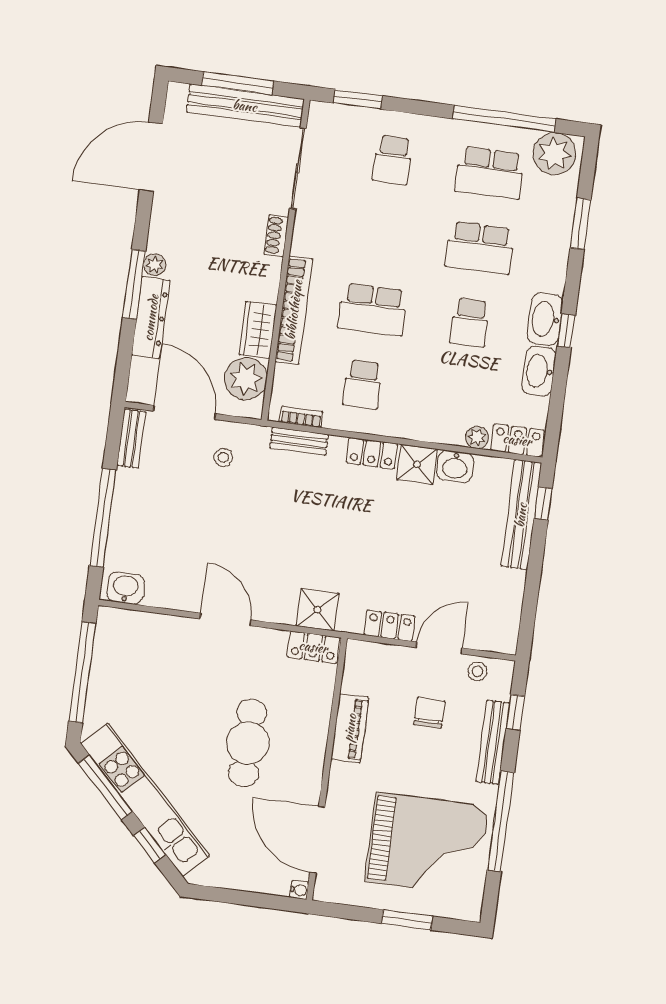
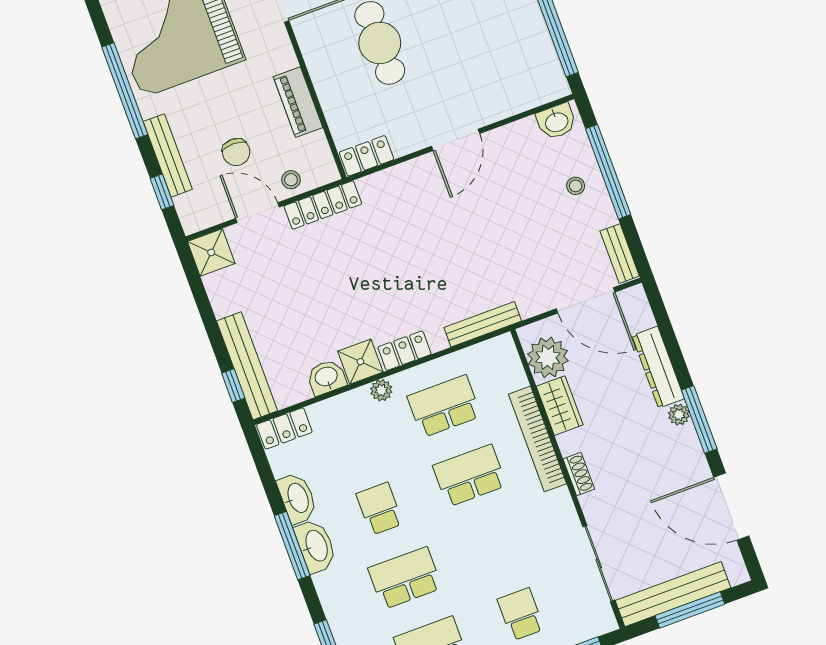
door: (151, 157) -> (731, 507), swing flipped
shoe rack: (276, 236) -> (579, 474), moved
window: (134, 284) -> (699, 419), moved
window: (566, 331) -> (292, 546), width x2.17
school desk: (363, 384) -> (444, 406), width x1.85
bookcase: (301, 417) -> (482, 350), removed
plant: (477, 437) -> (381, 390), moved
bench: (299, 441) -> (483, 324), width x1.36
stool: (223, 457) -> (576, 186), moved
shower: (317, 610) -> (211, 252), moved
door: (225, 619) -> (456, 140), hinge flipped
locker: (390, 625) -> (323, 205), width x1.53
door: (439, 648) -> (257, 213), swing flipped
stool: (477, 671) -> (291, 180), moved

